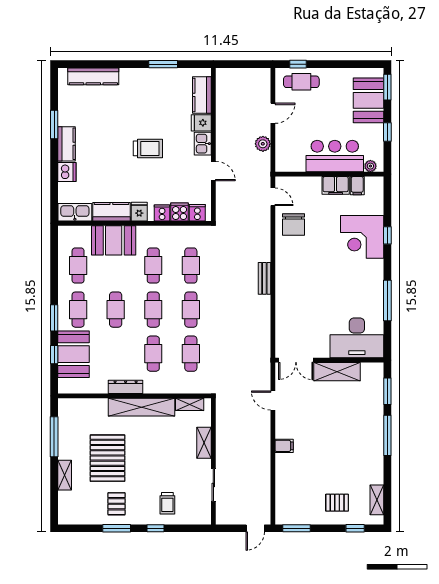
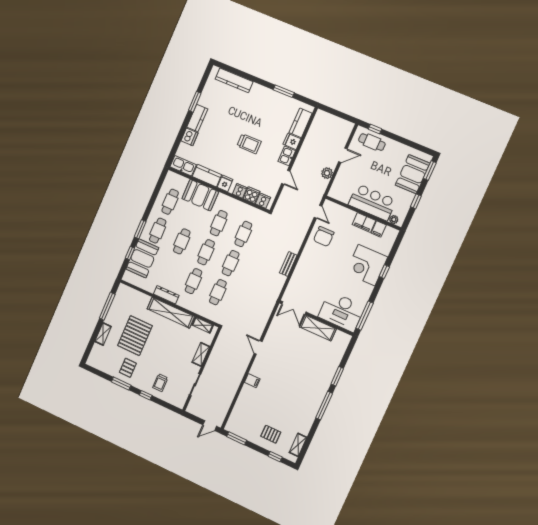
desk: (357, 338) -> (342, 312), moved
double door: (296, 360) -> (294, 308), moved
wall: (329, 360) -> (316, 318), moved
shelving: (337, 372) -> (318, 328), moved

